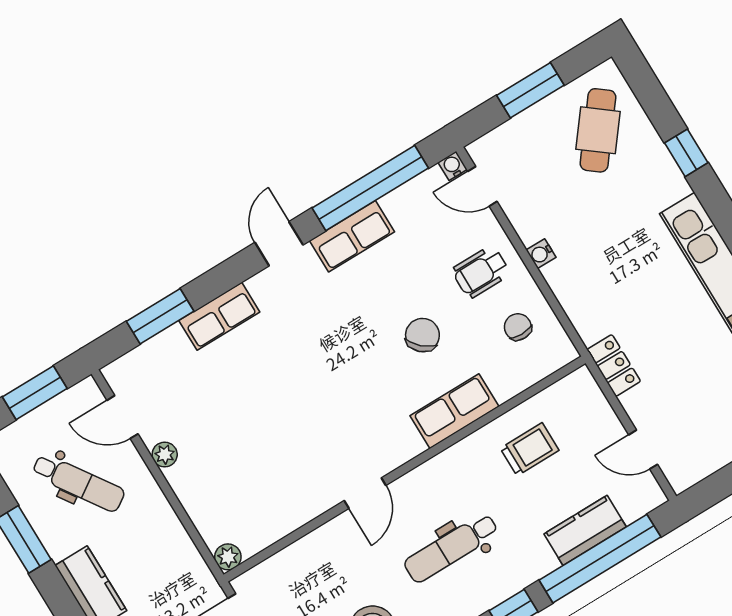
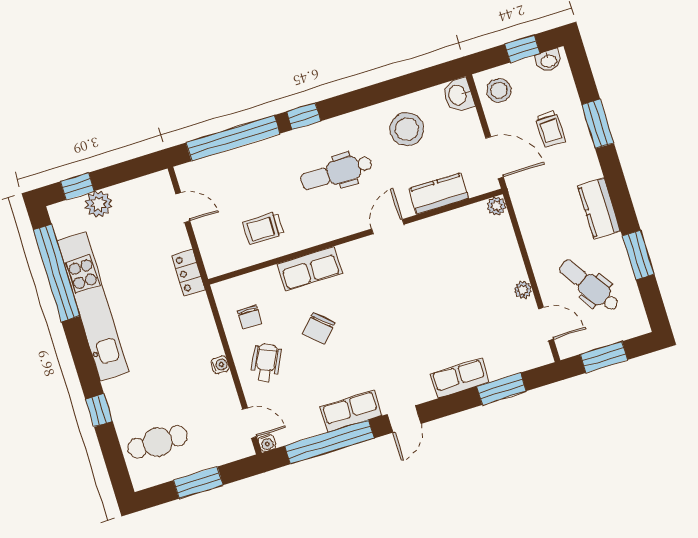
cafe table: (598, 130) -> (158, 442), turned 52
wheelchair: (481, 272) -> (266, 363), turned -64
kitchen counter: (585, 530) -> (439, 194), moved, turned 180
dental chair: (451, 548) -> (337, 172), turned 180

